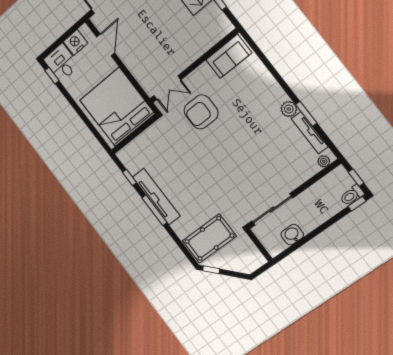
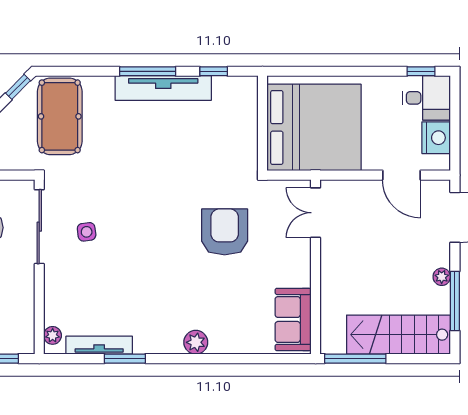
sofa: (229, 56) -> (293, 319), moved
wall: (194, 66) -> (316, 267), moved
double door: (167, 88) -> (316, 213), moved
plant: (289, 109) -> (196, 342), moved
side table: (256, 183) -> (87, 232), added

